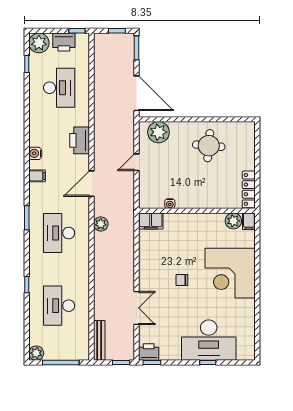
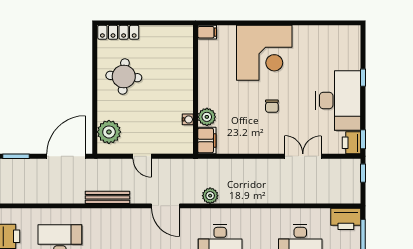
printer: (80, 140) -> (346, 219), moved
locker: (249, 189) -> (118, 32), moved
plant: (233, 221) -> (207, 117), moved
bench: (99, 340) -> (107, 197), moved
desk: (209, 340) -> (338, 100), moved

